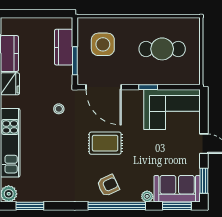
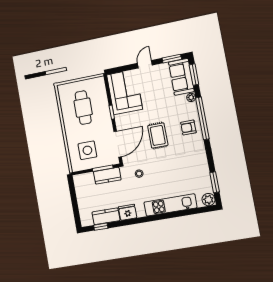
kitchen counter: (64, 47) -> (107, 176), moved
armchair: (108, 185) -> (188, 128), turned -65

